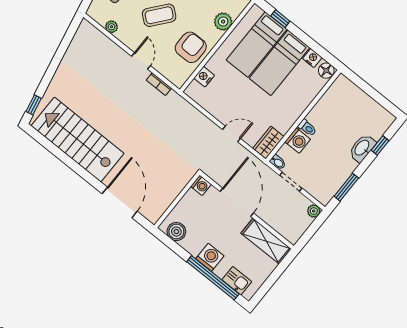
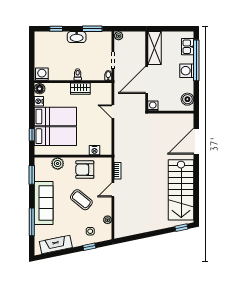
washing machine: (298, 140) -> (42, 74), moved
wardrobe: (268, 143) -> (80, 89), moved
washbasin: (362, 148) -> (77, 37), moved

